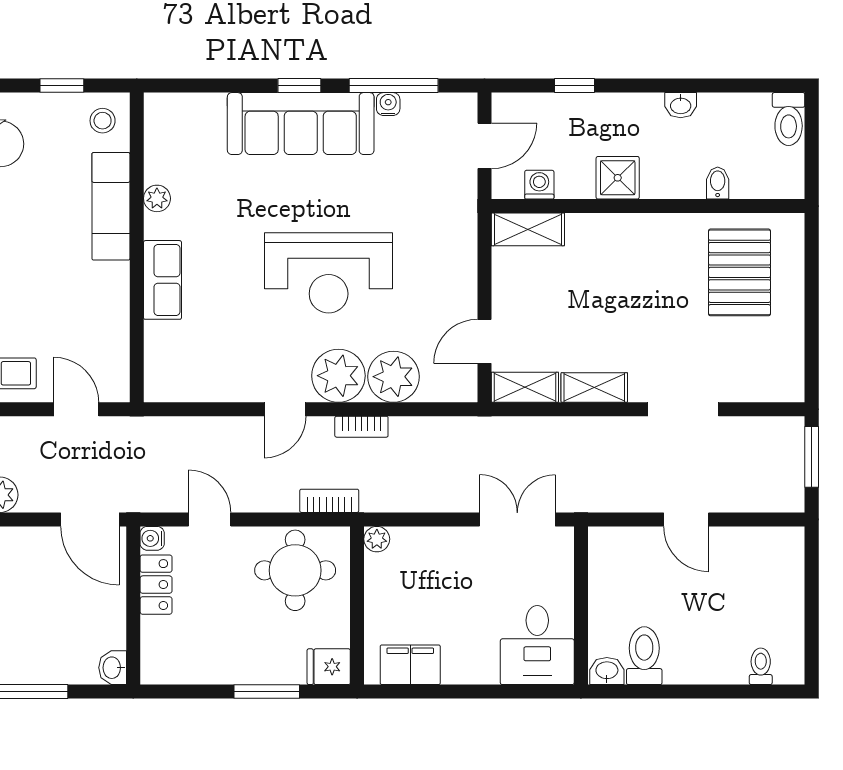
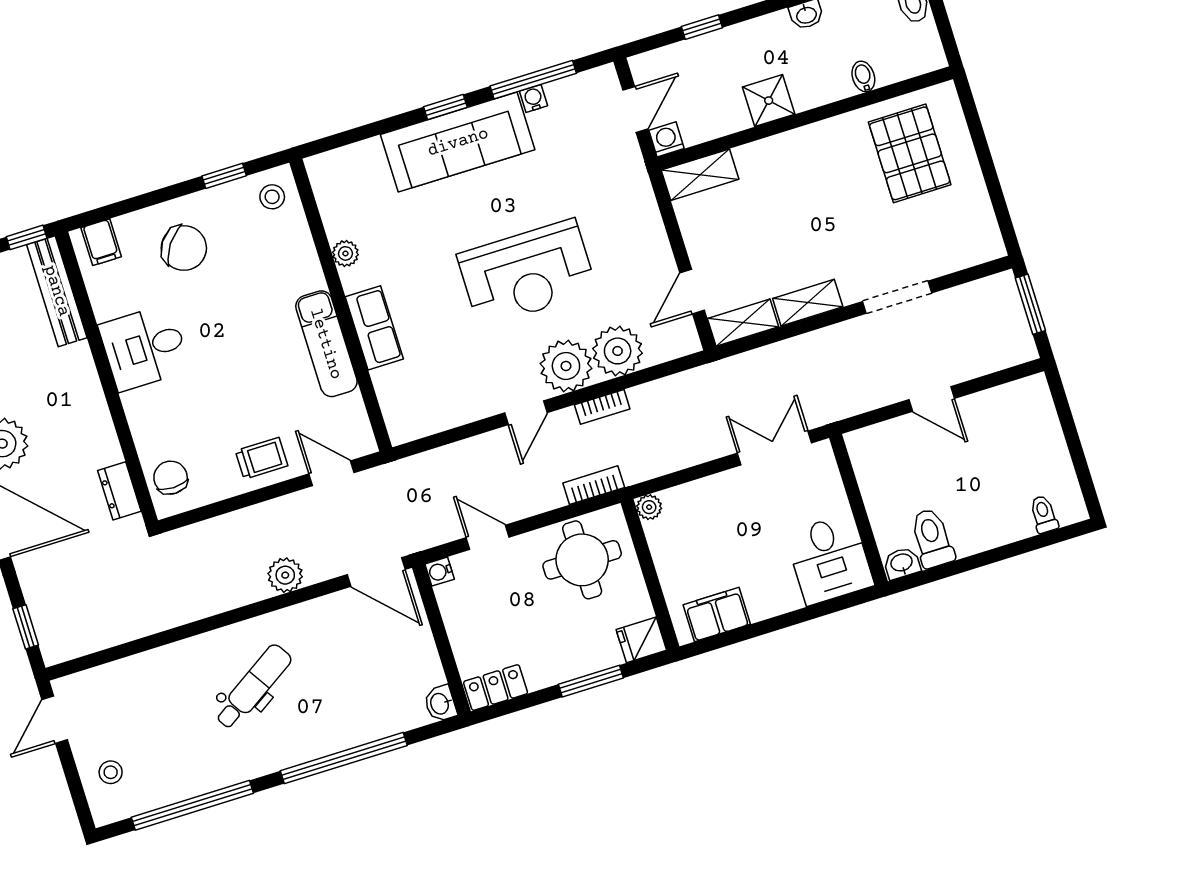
washing machine: (539, 185) -> (667, 139), moved
exam couch: (111, 206) -> (326, 344), moved
locker: (156, 585) -> (496, 688), moved, turned -90

